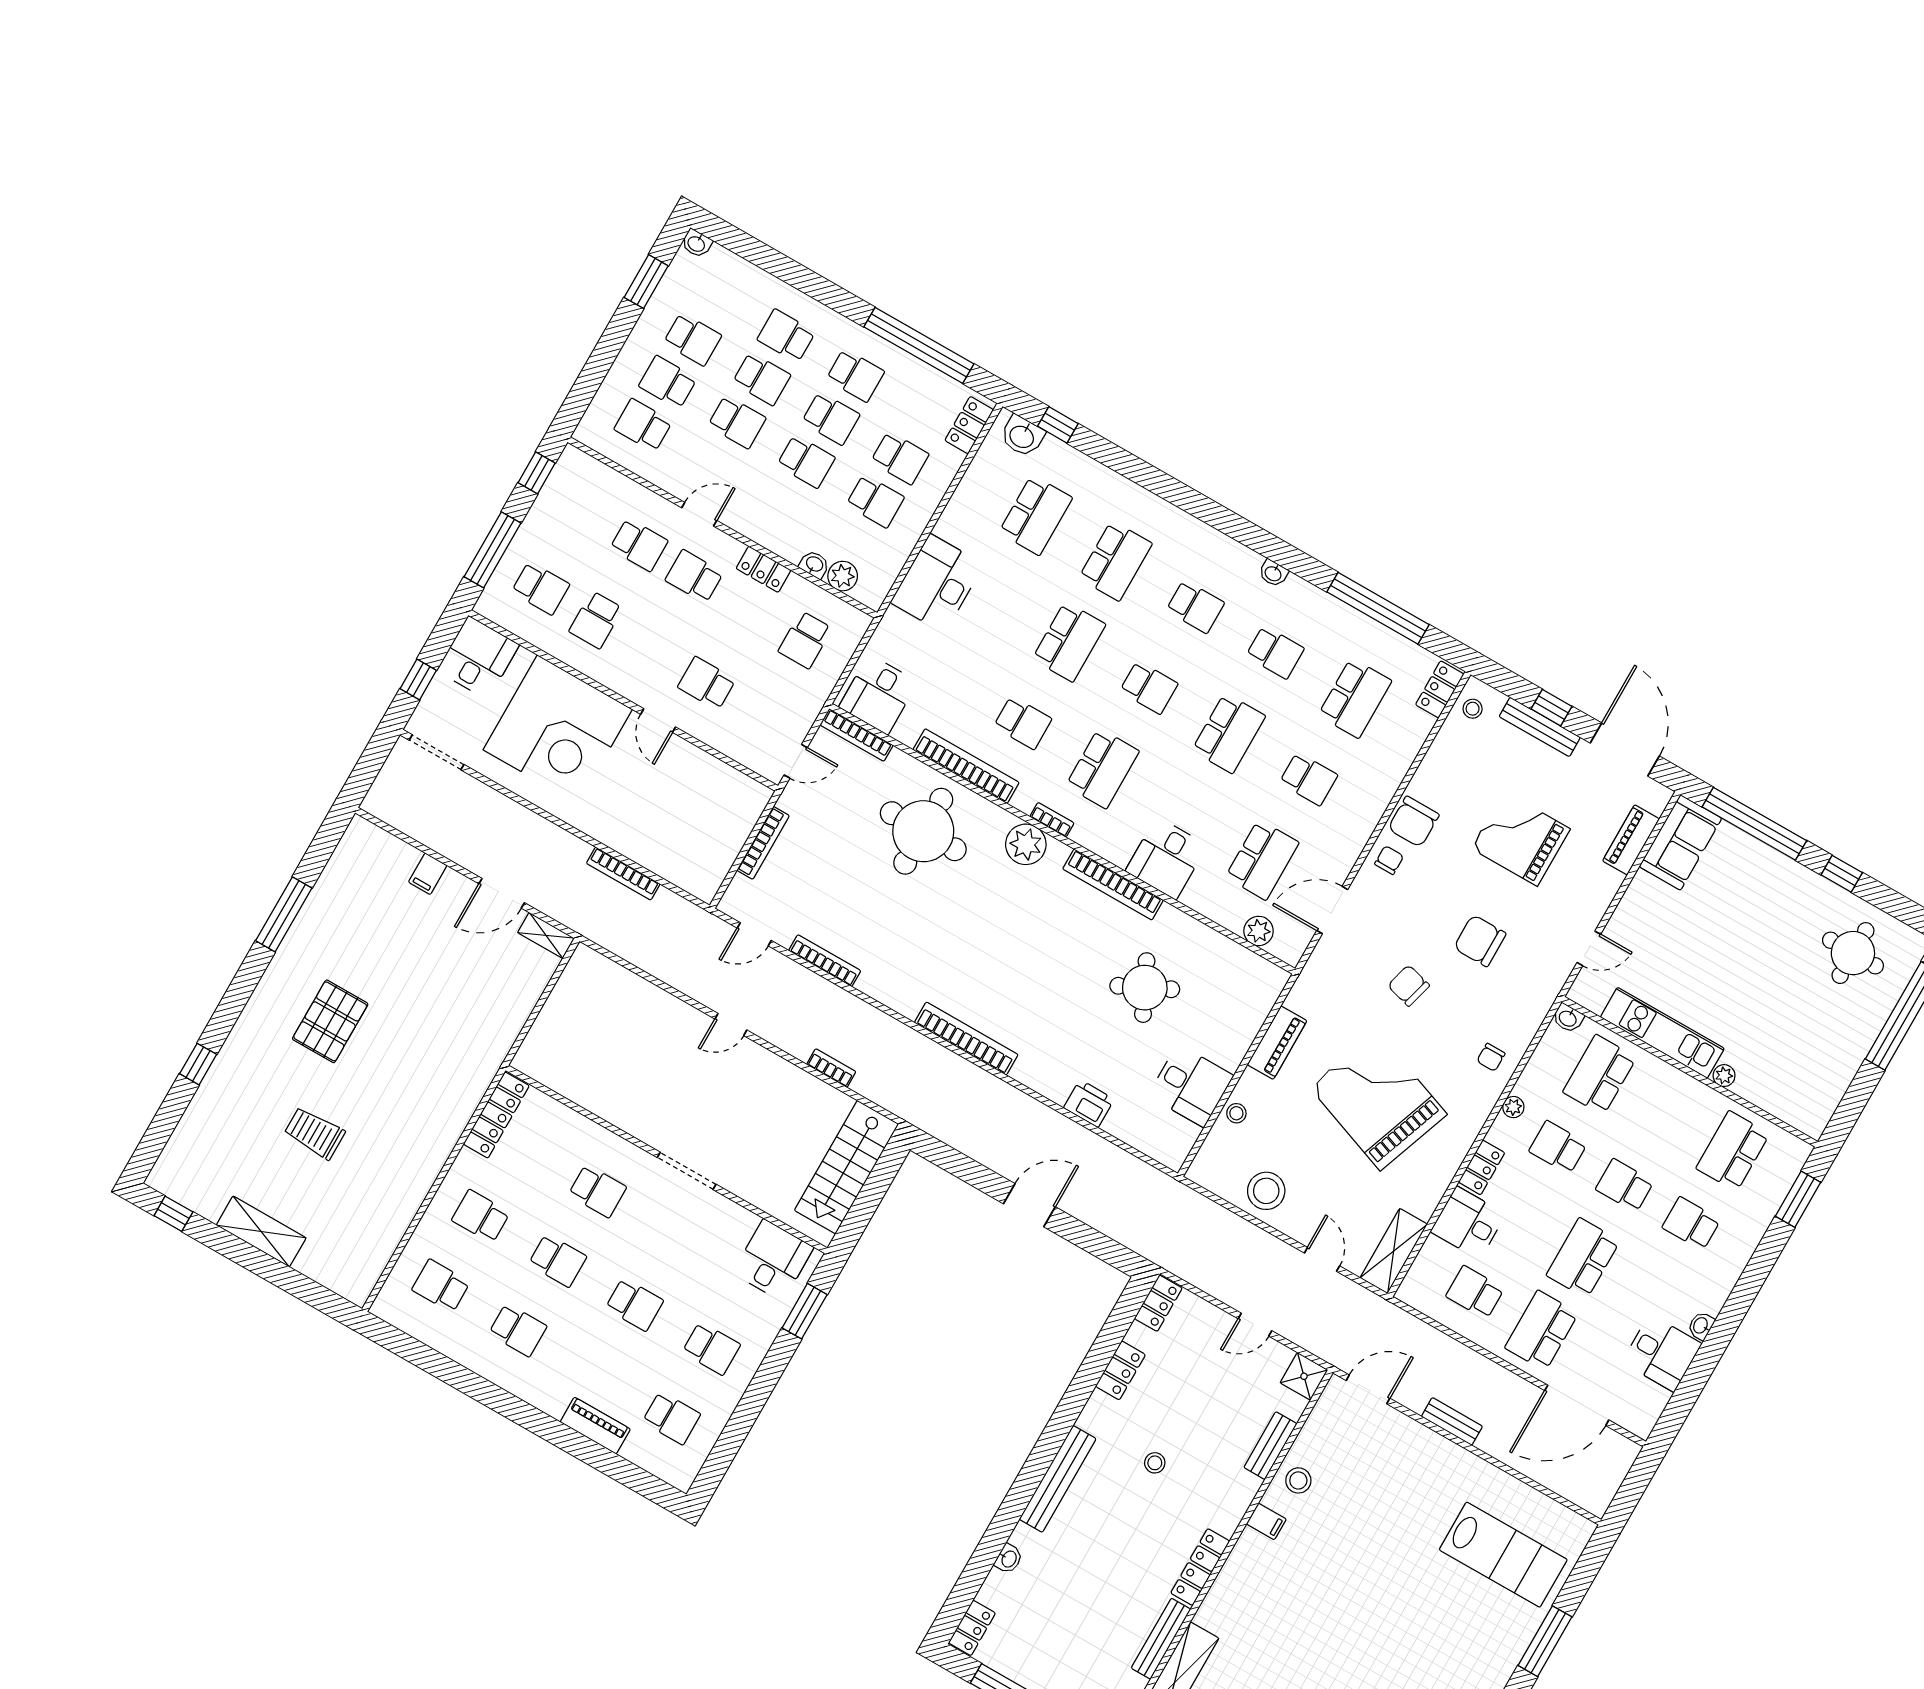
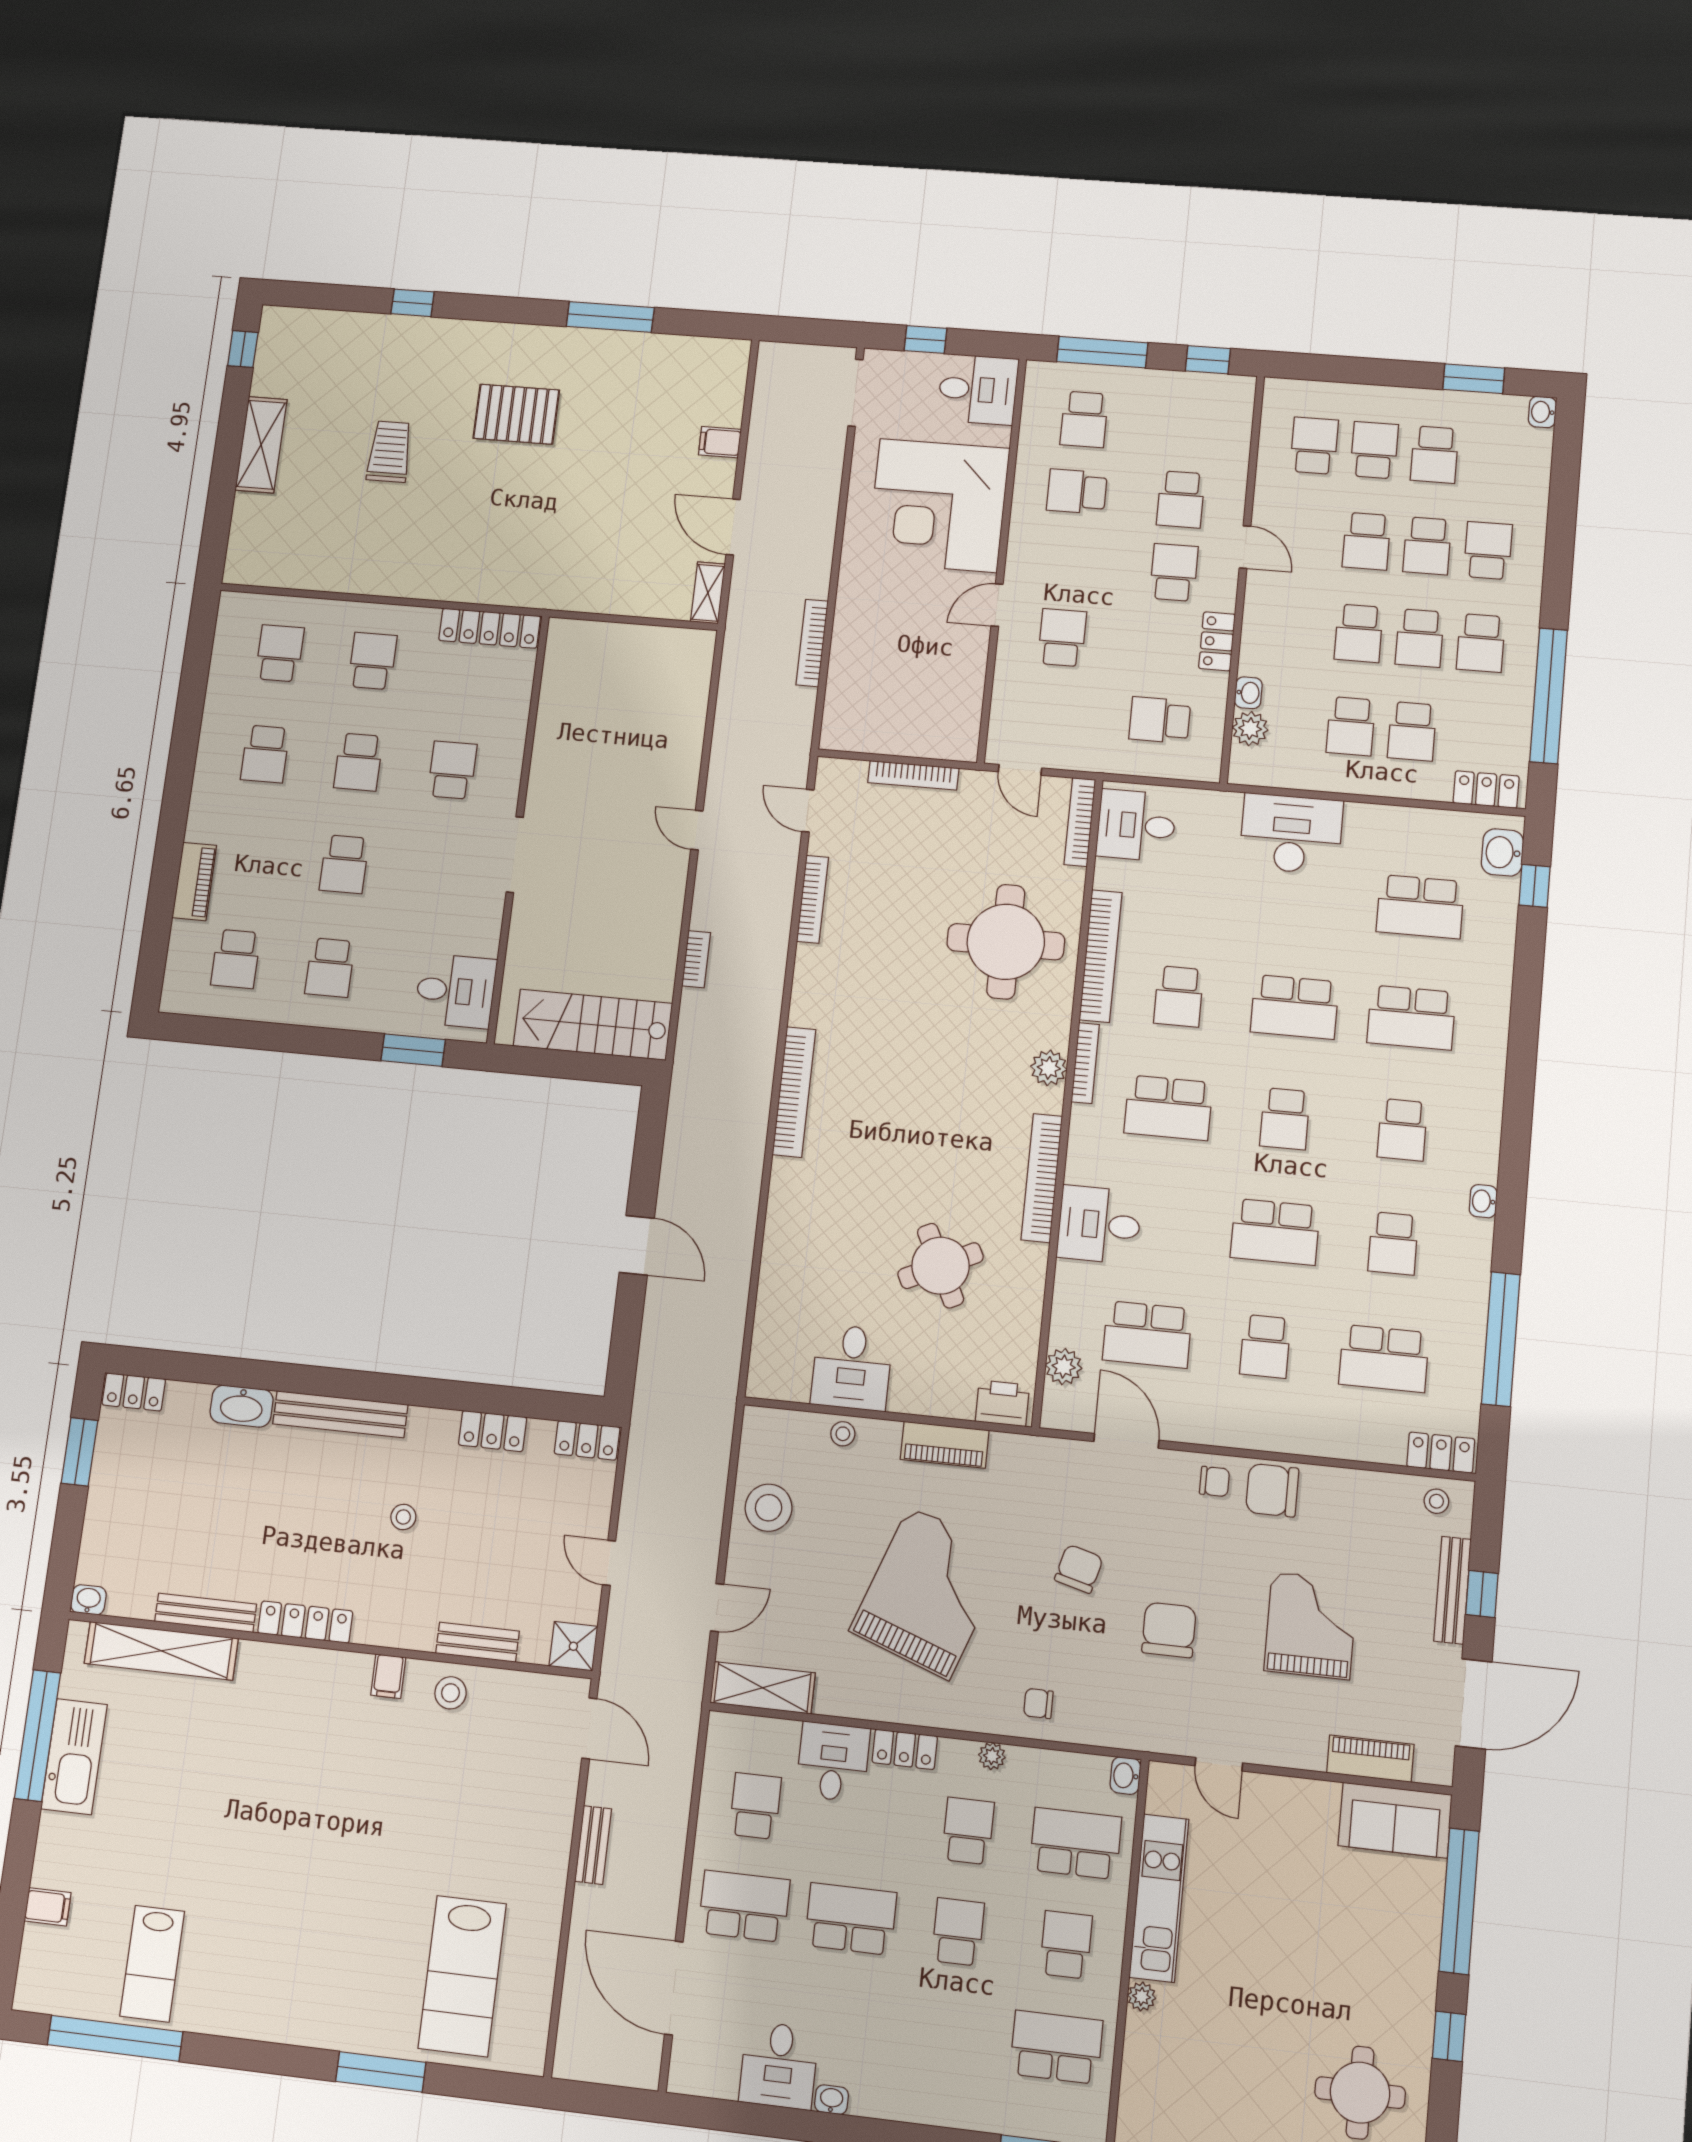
bookcase: (1052, 820) -> (1085, 1063), width x1.56
plant: (1026, 844) -> (1049, 1068), width x0.73, depth x0.73
printer: (1089, 1103) -> (1002, 1403), moved, turned -90
school desk: (597, 1191) -> (452, 770), turned 180
school desk: (1691, 1224) -> (1066, 1945), moved
washbasin: (1009, 1559) -> (242, 1406), width x1.91, depth x1.45

